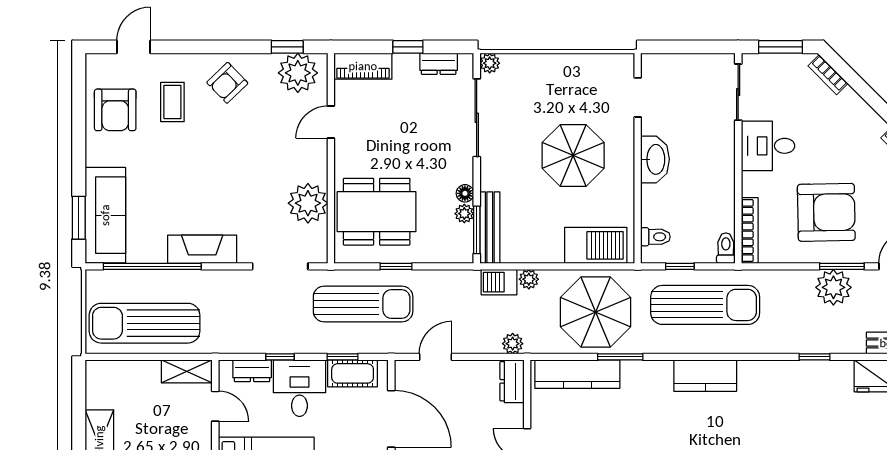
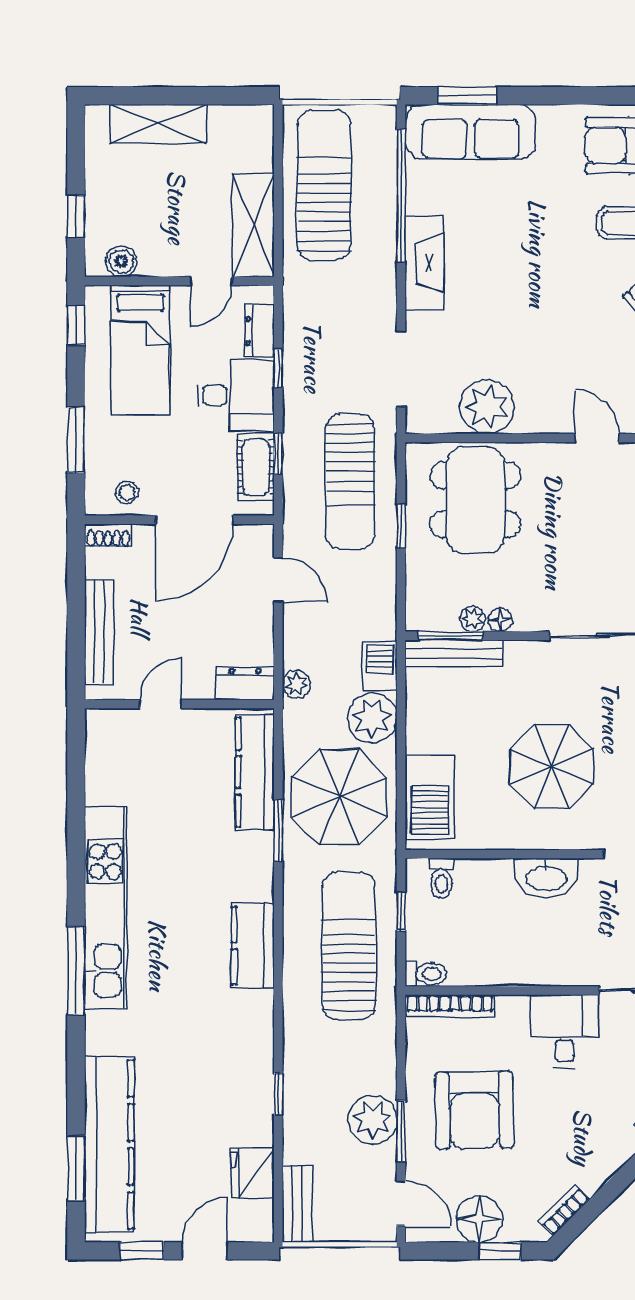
plant: (529, 279) -> (372, 718), width x1.88, depth x1.88
sun lounger: (705, 305) -> (349, 946), turned 180
shelving: (187, 371) -> (253, 225), width x1.50, depth x1.33

